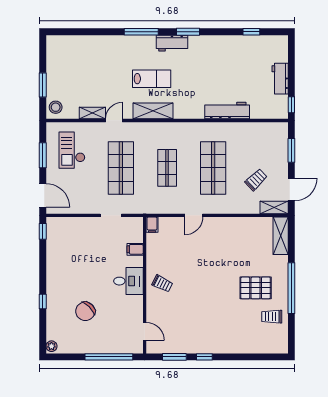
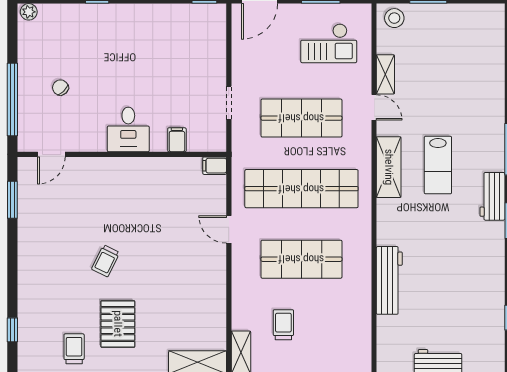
checkout: (72, 150) -> (329, 43), turned 180
shop shelf: (167, 168) -> (301, 189), width x2.00, depth x1.36
trolley: (256, 180) -> (283, 325), turned -136
trolley: (162, 284) -> (106, 261), moved
chair: (85, 311) -> (60, 88), moved, width x0.54, depth x0.54
window: (204, 357) -> (12, 330), moved

